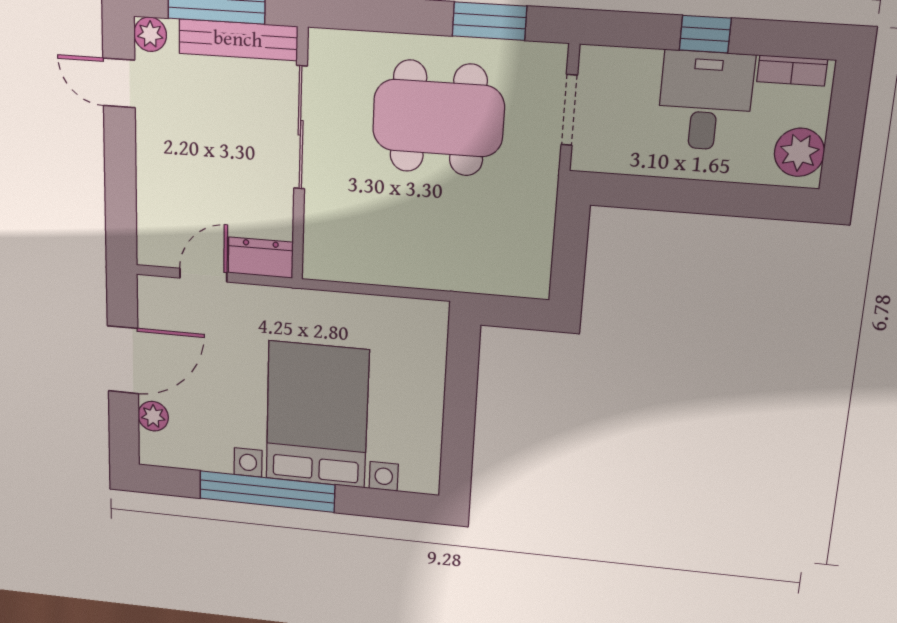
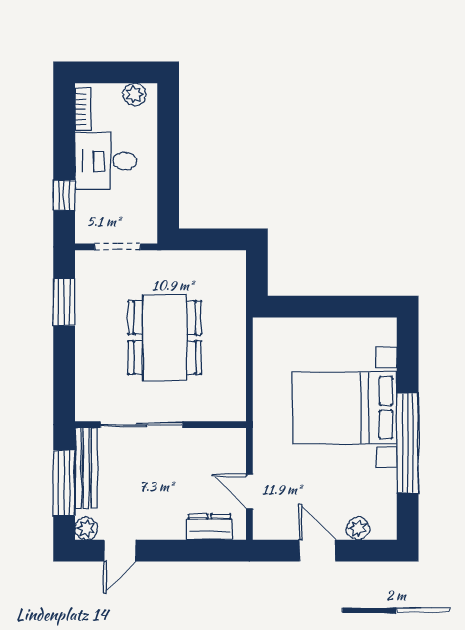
window: (705, 34) -> (64, 195), moved
dining table: (438, 118) -> (165, 338), moved
plant: (799, 152) -> (134, 94), width x0.73, depth x0.73
dresser: (261, 258) -> (209, 527), moved, turned 90
door: (123, 360) -> (317, 551), width x0.73

